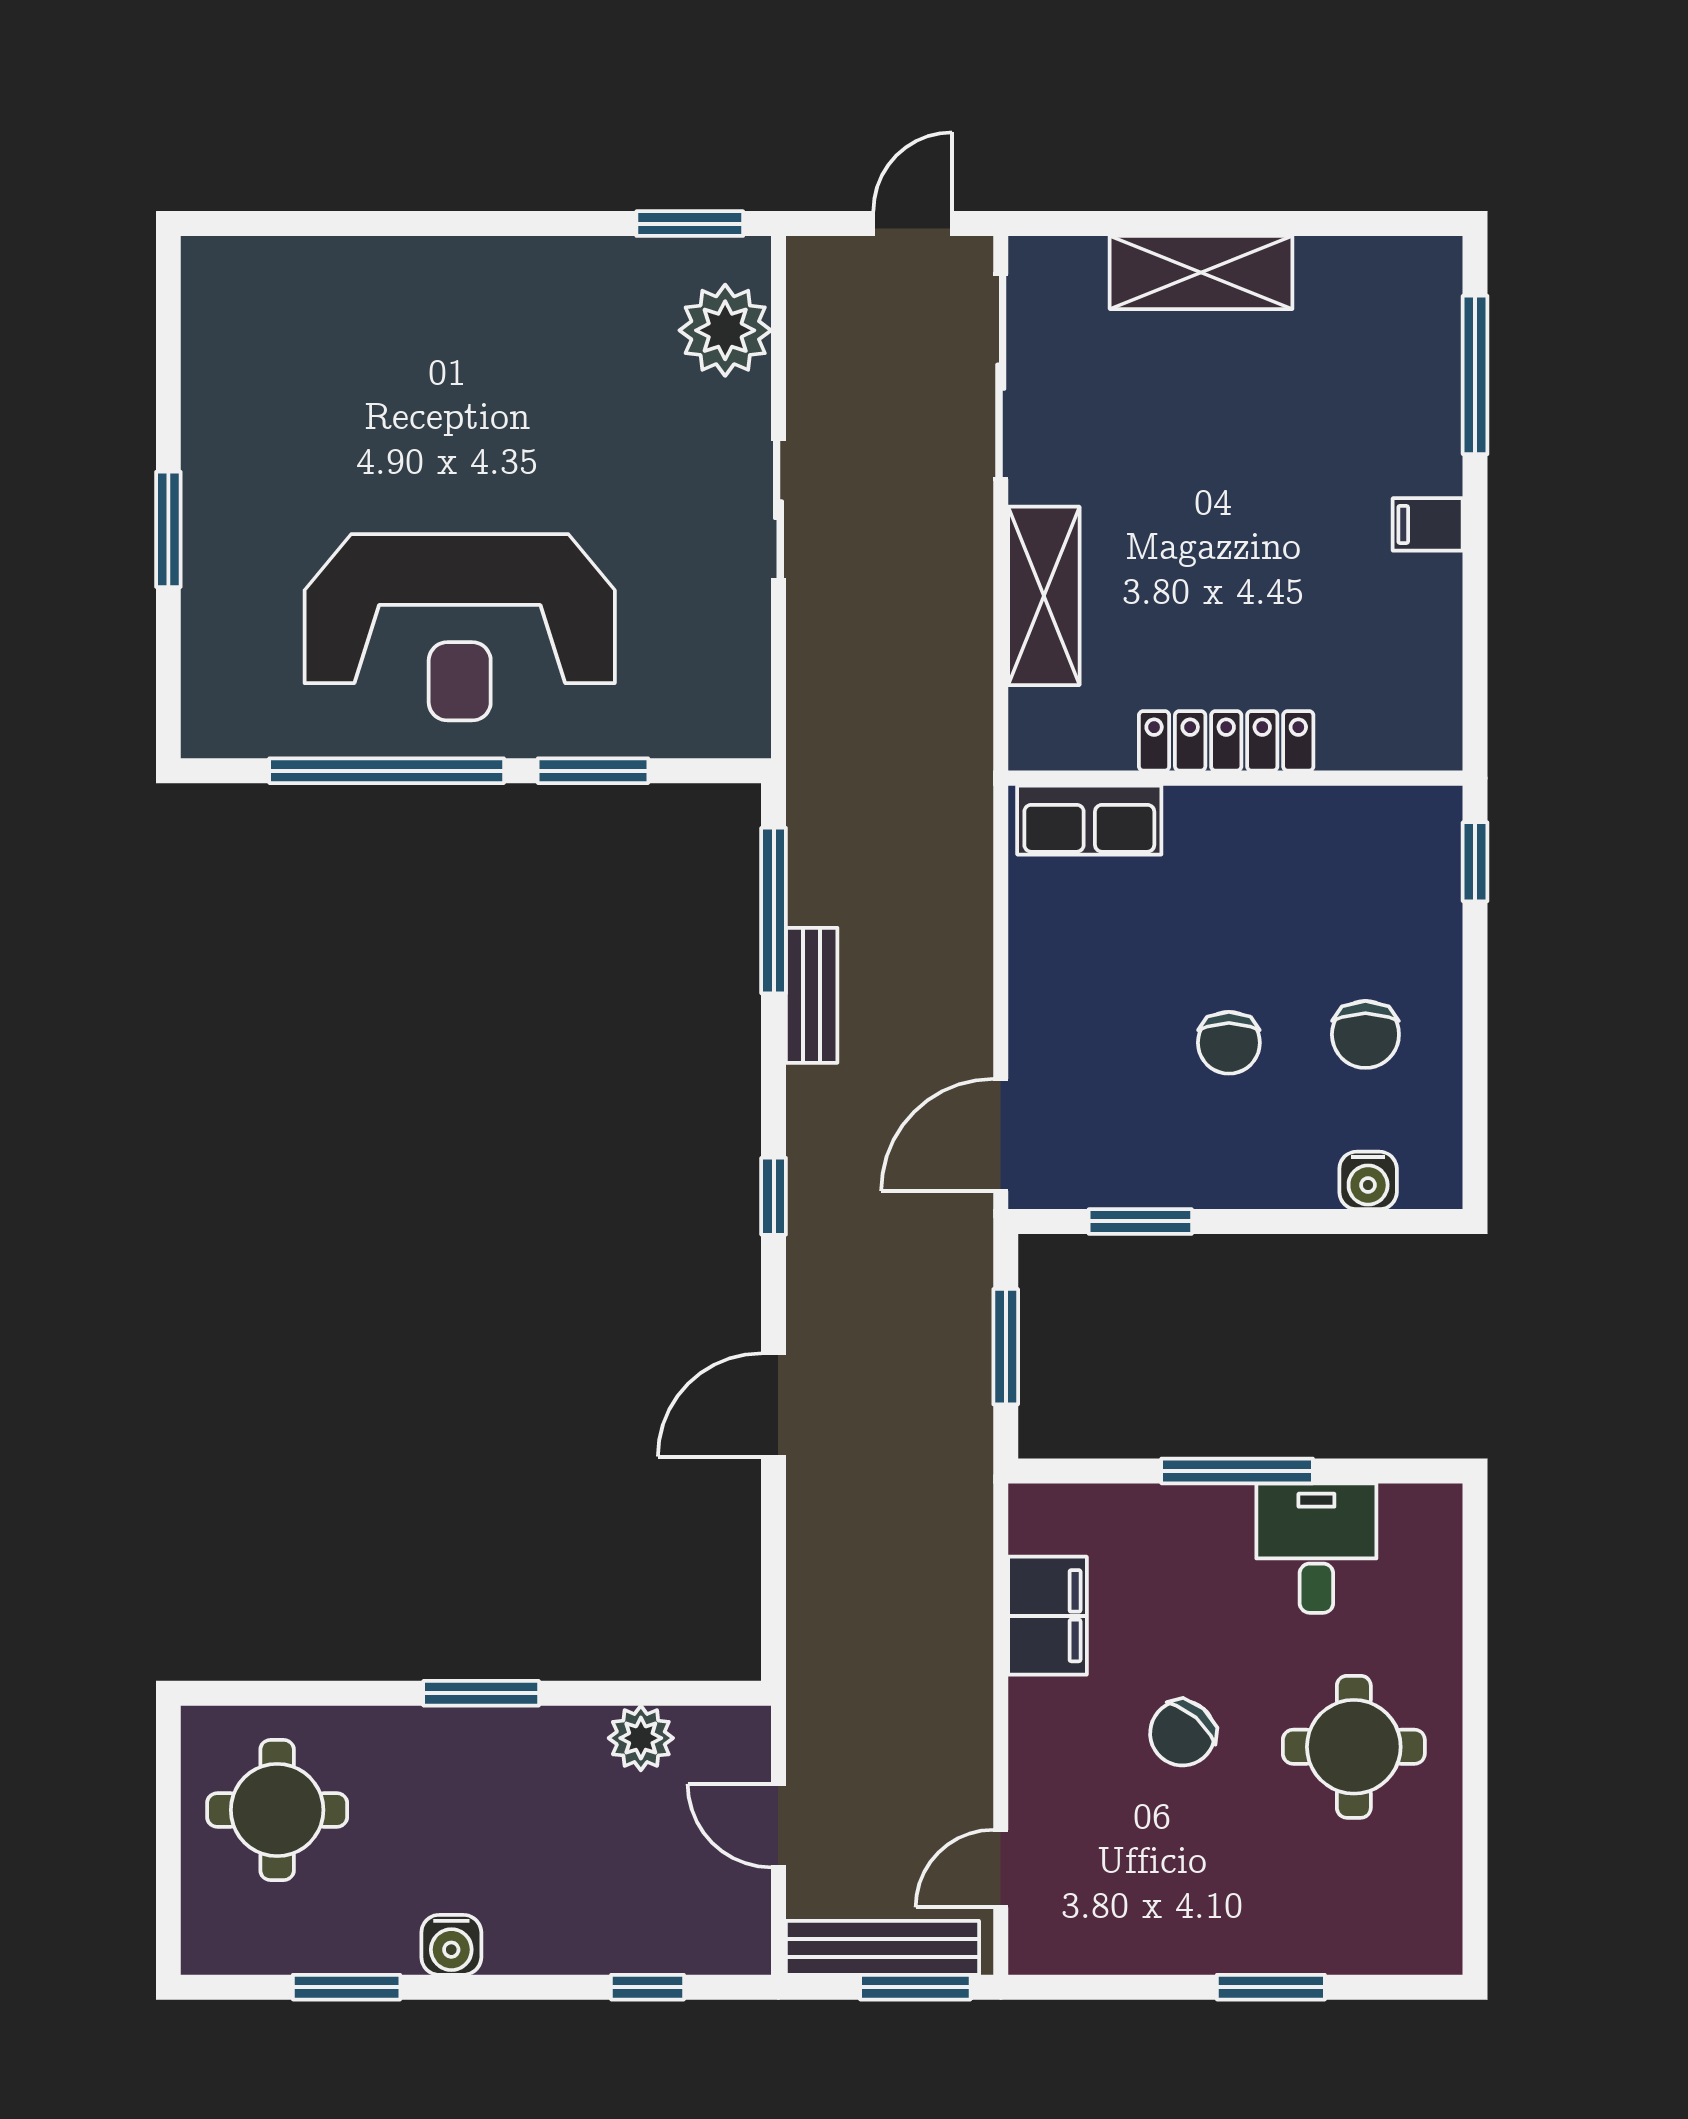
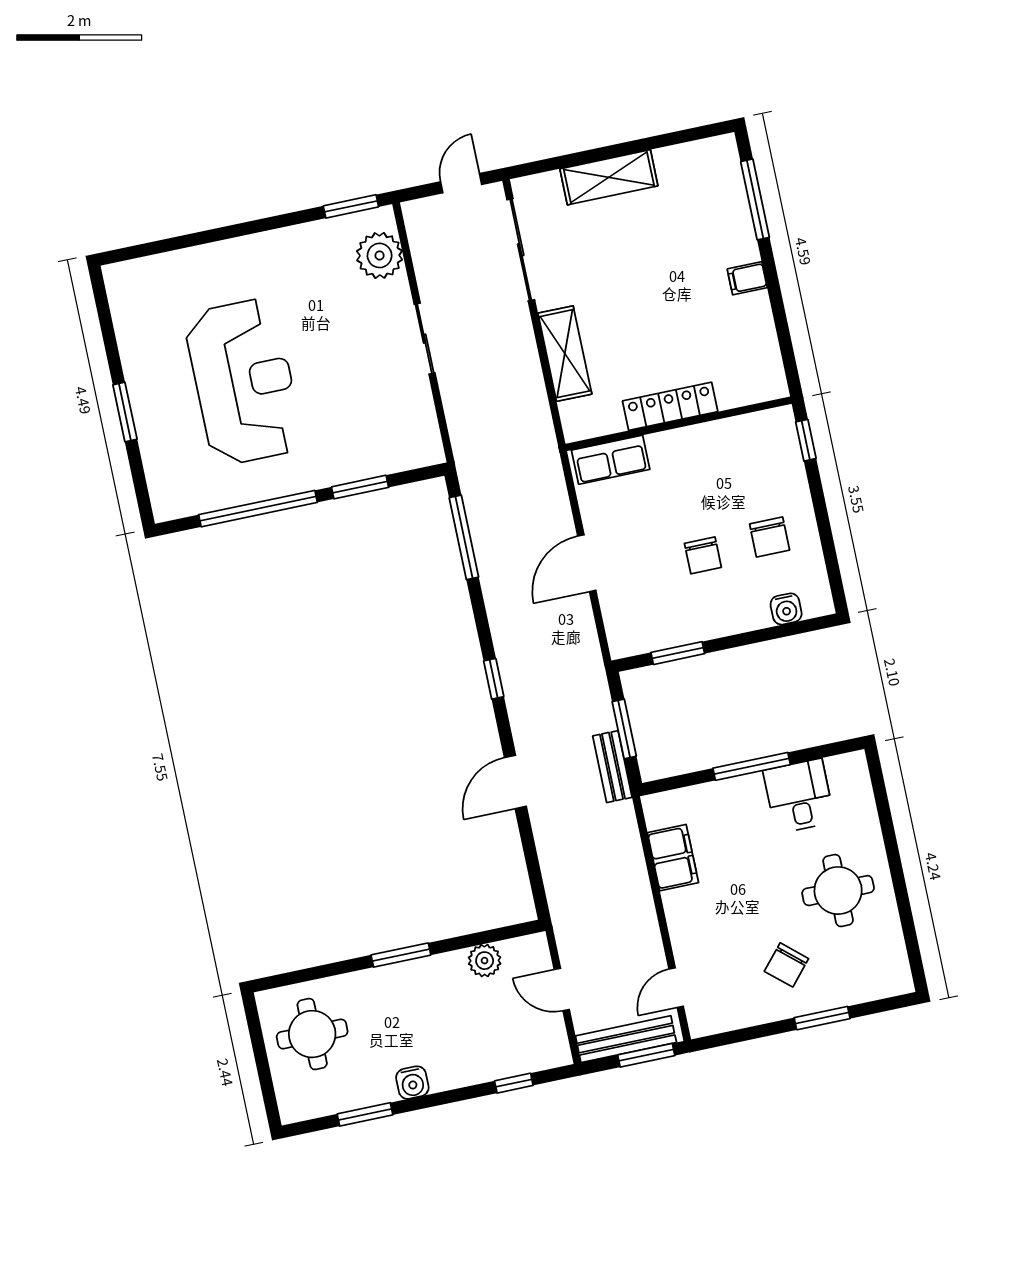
reception desk: (460, 627) -> (244, 382), moved, turned -90
bench: (812, 995) -> (612, 767), moved
door: (1001, 1135) -> (587, 563), moved
chair: (1182, 1733) -> (786, 965), moved

